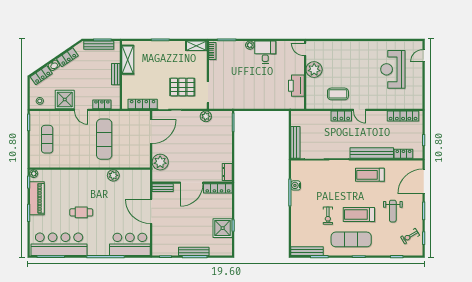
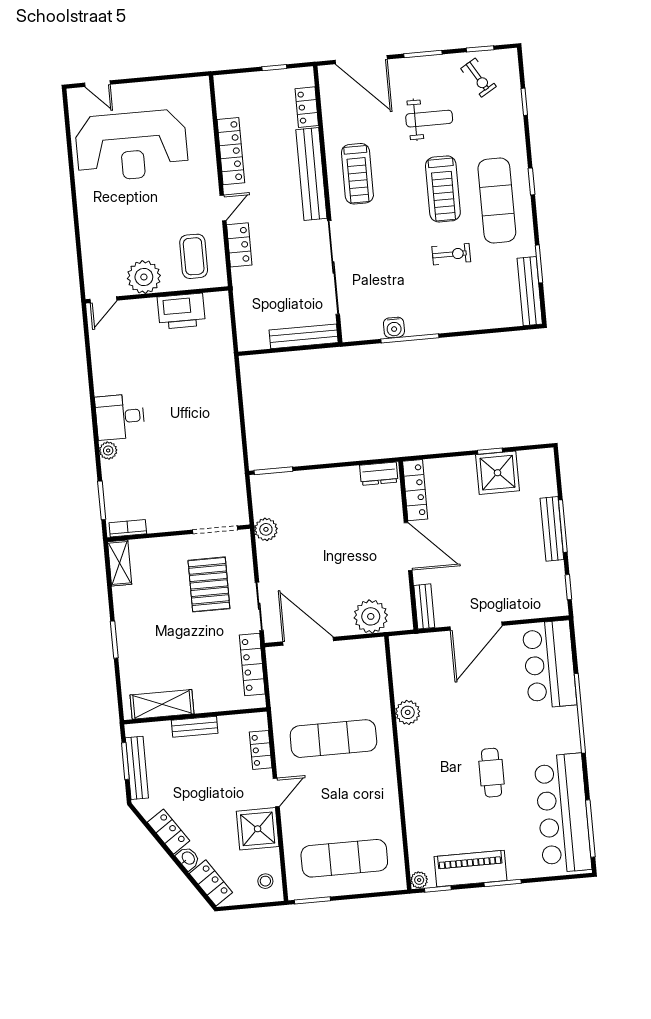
door: (305, 49) -> (103, 300), moved
reception desk: (393, 69) -> (132, 146), width x1.36, depth x1.30
plant: (314, 70) -> (144, 277), moved
wall: (305, 75) -> (157, 295), moved
printer: (296, 86) -> (181, 311), moved
locker: (403, 116) -> (231, 151), moved
exercise mat: (47, 139) -> (344, 858), width x1.36, depth x1.45

